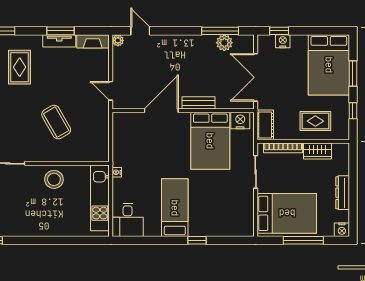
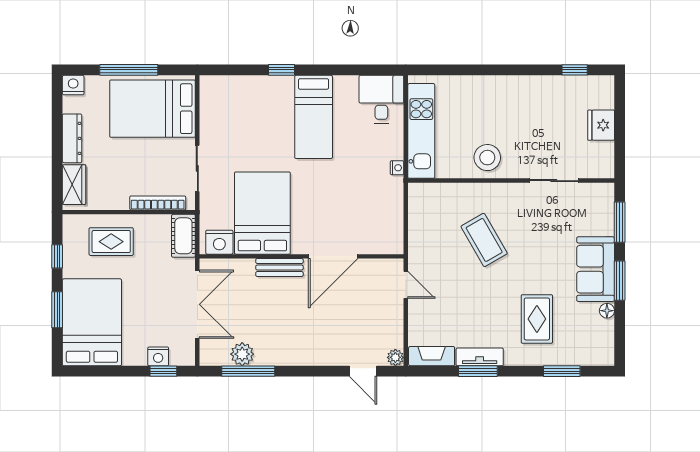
wardrobe: (318, 151) -> (74, 185), moved, turned 90

